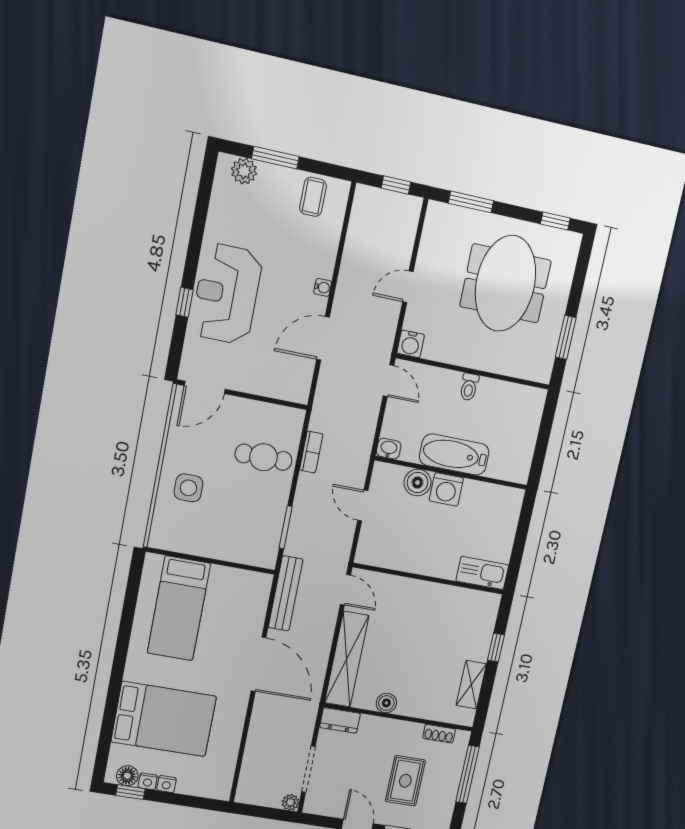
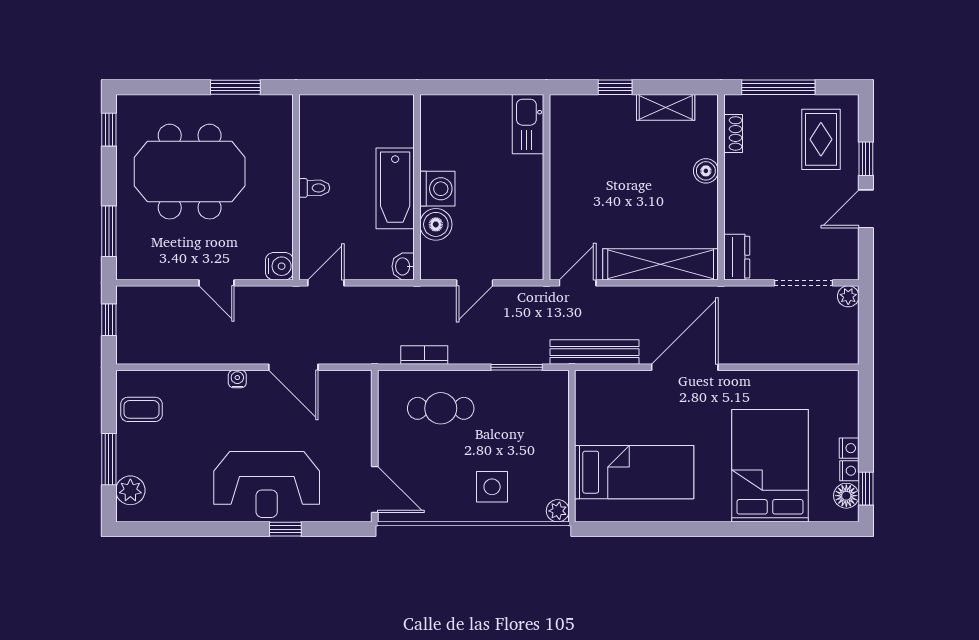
cafe table: (264, 457) -> (441, 408), turned 90
plant: (158, 539) -> (558, 511), added
boiler: (386, 703) -> (706, 171), moved
rug: (405, 781) -> (821, 139), moved, turned 90

